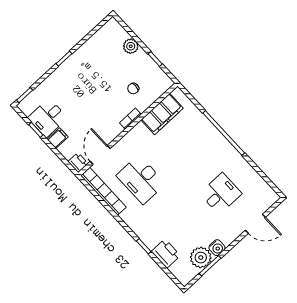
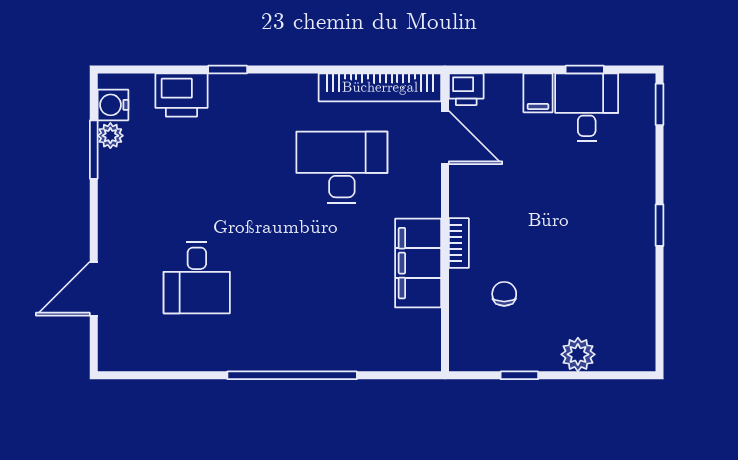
filing cabinet: (162, 114) -> (418, 263), moved
water cooler: (217, 248) -> (113, 105), moved
plant: (201, 258) -> (110, 136), width x0.53, depth x0.53

